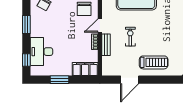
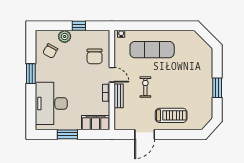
door: (100, 25) -> (112, 75), swing flipped
desk: (41, 52) -> (51, 103), width x1.36, depth x1.30
window: (26, 60) -> (31, 113), removed

